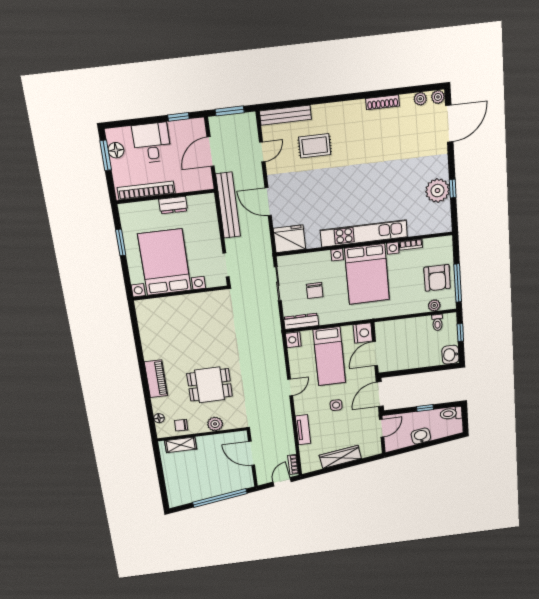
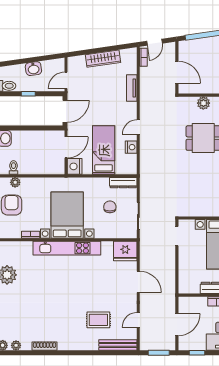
bench: (228, 205) -> (169, 283), removed
nightstand: (293, 340) -> (131, 147), moved
side table: (336, 405) -> (102, 106), removed

